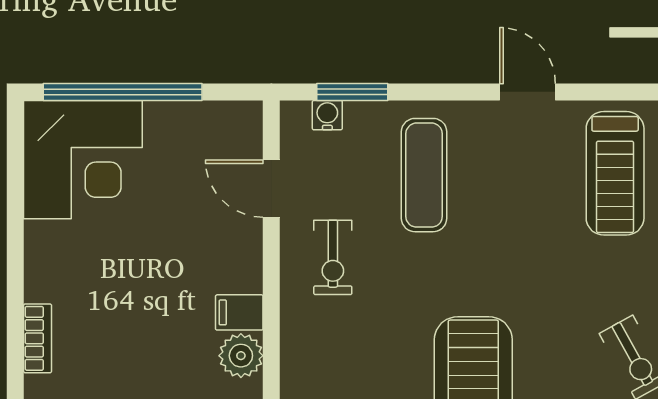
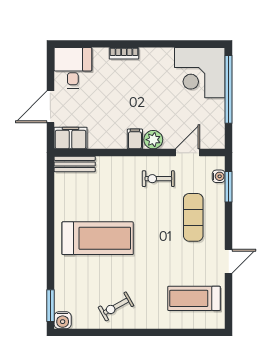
exercise mat: (424, 175) -> (193, 217), turned 90
plant: (241, 356) -> (153, 140), moved

